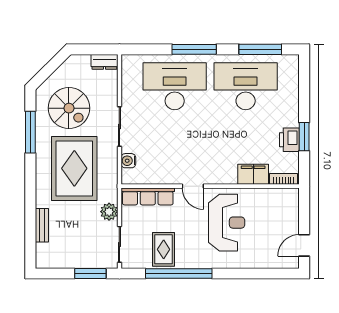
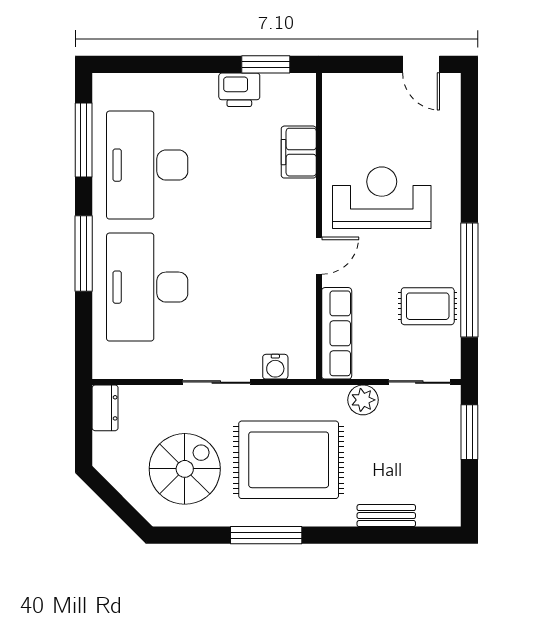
window: (30, 132) -> (266, 535), moved
window: (304, 137) -> (266, 64), moved
bookcase: (284, 179) -> (307, 100), removed

